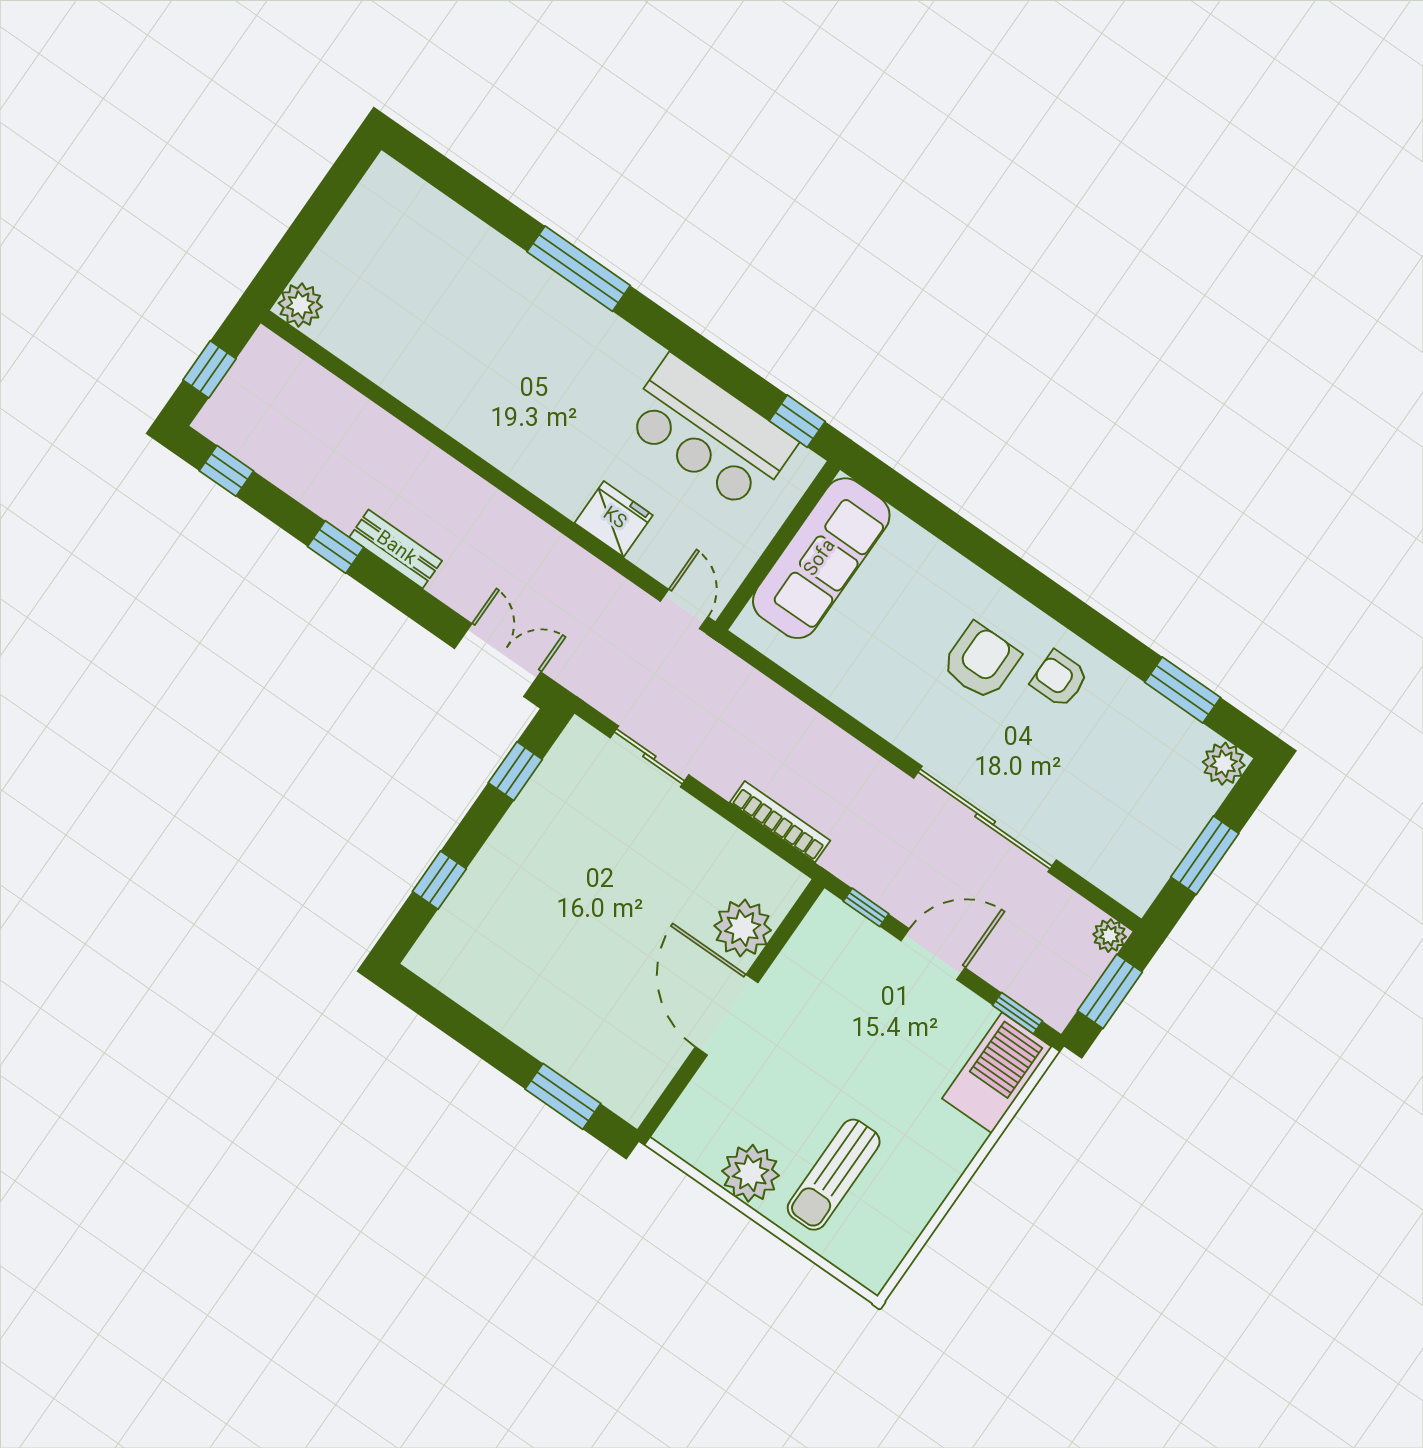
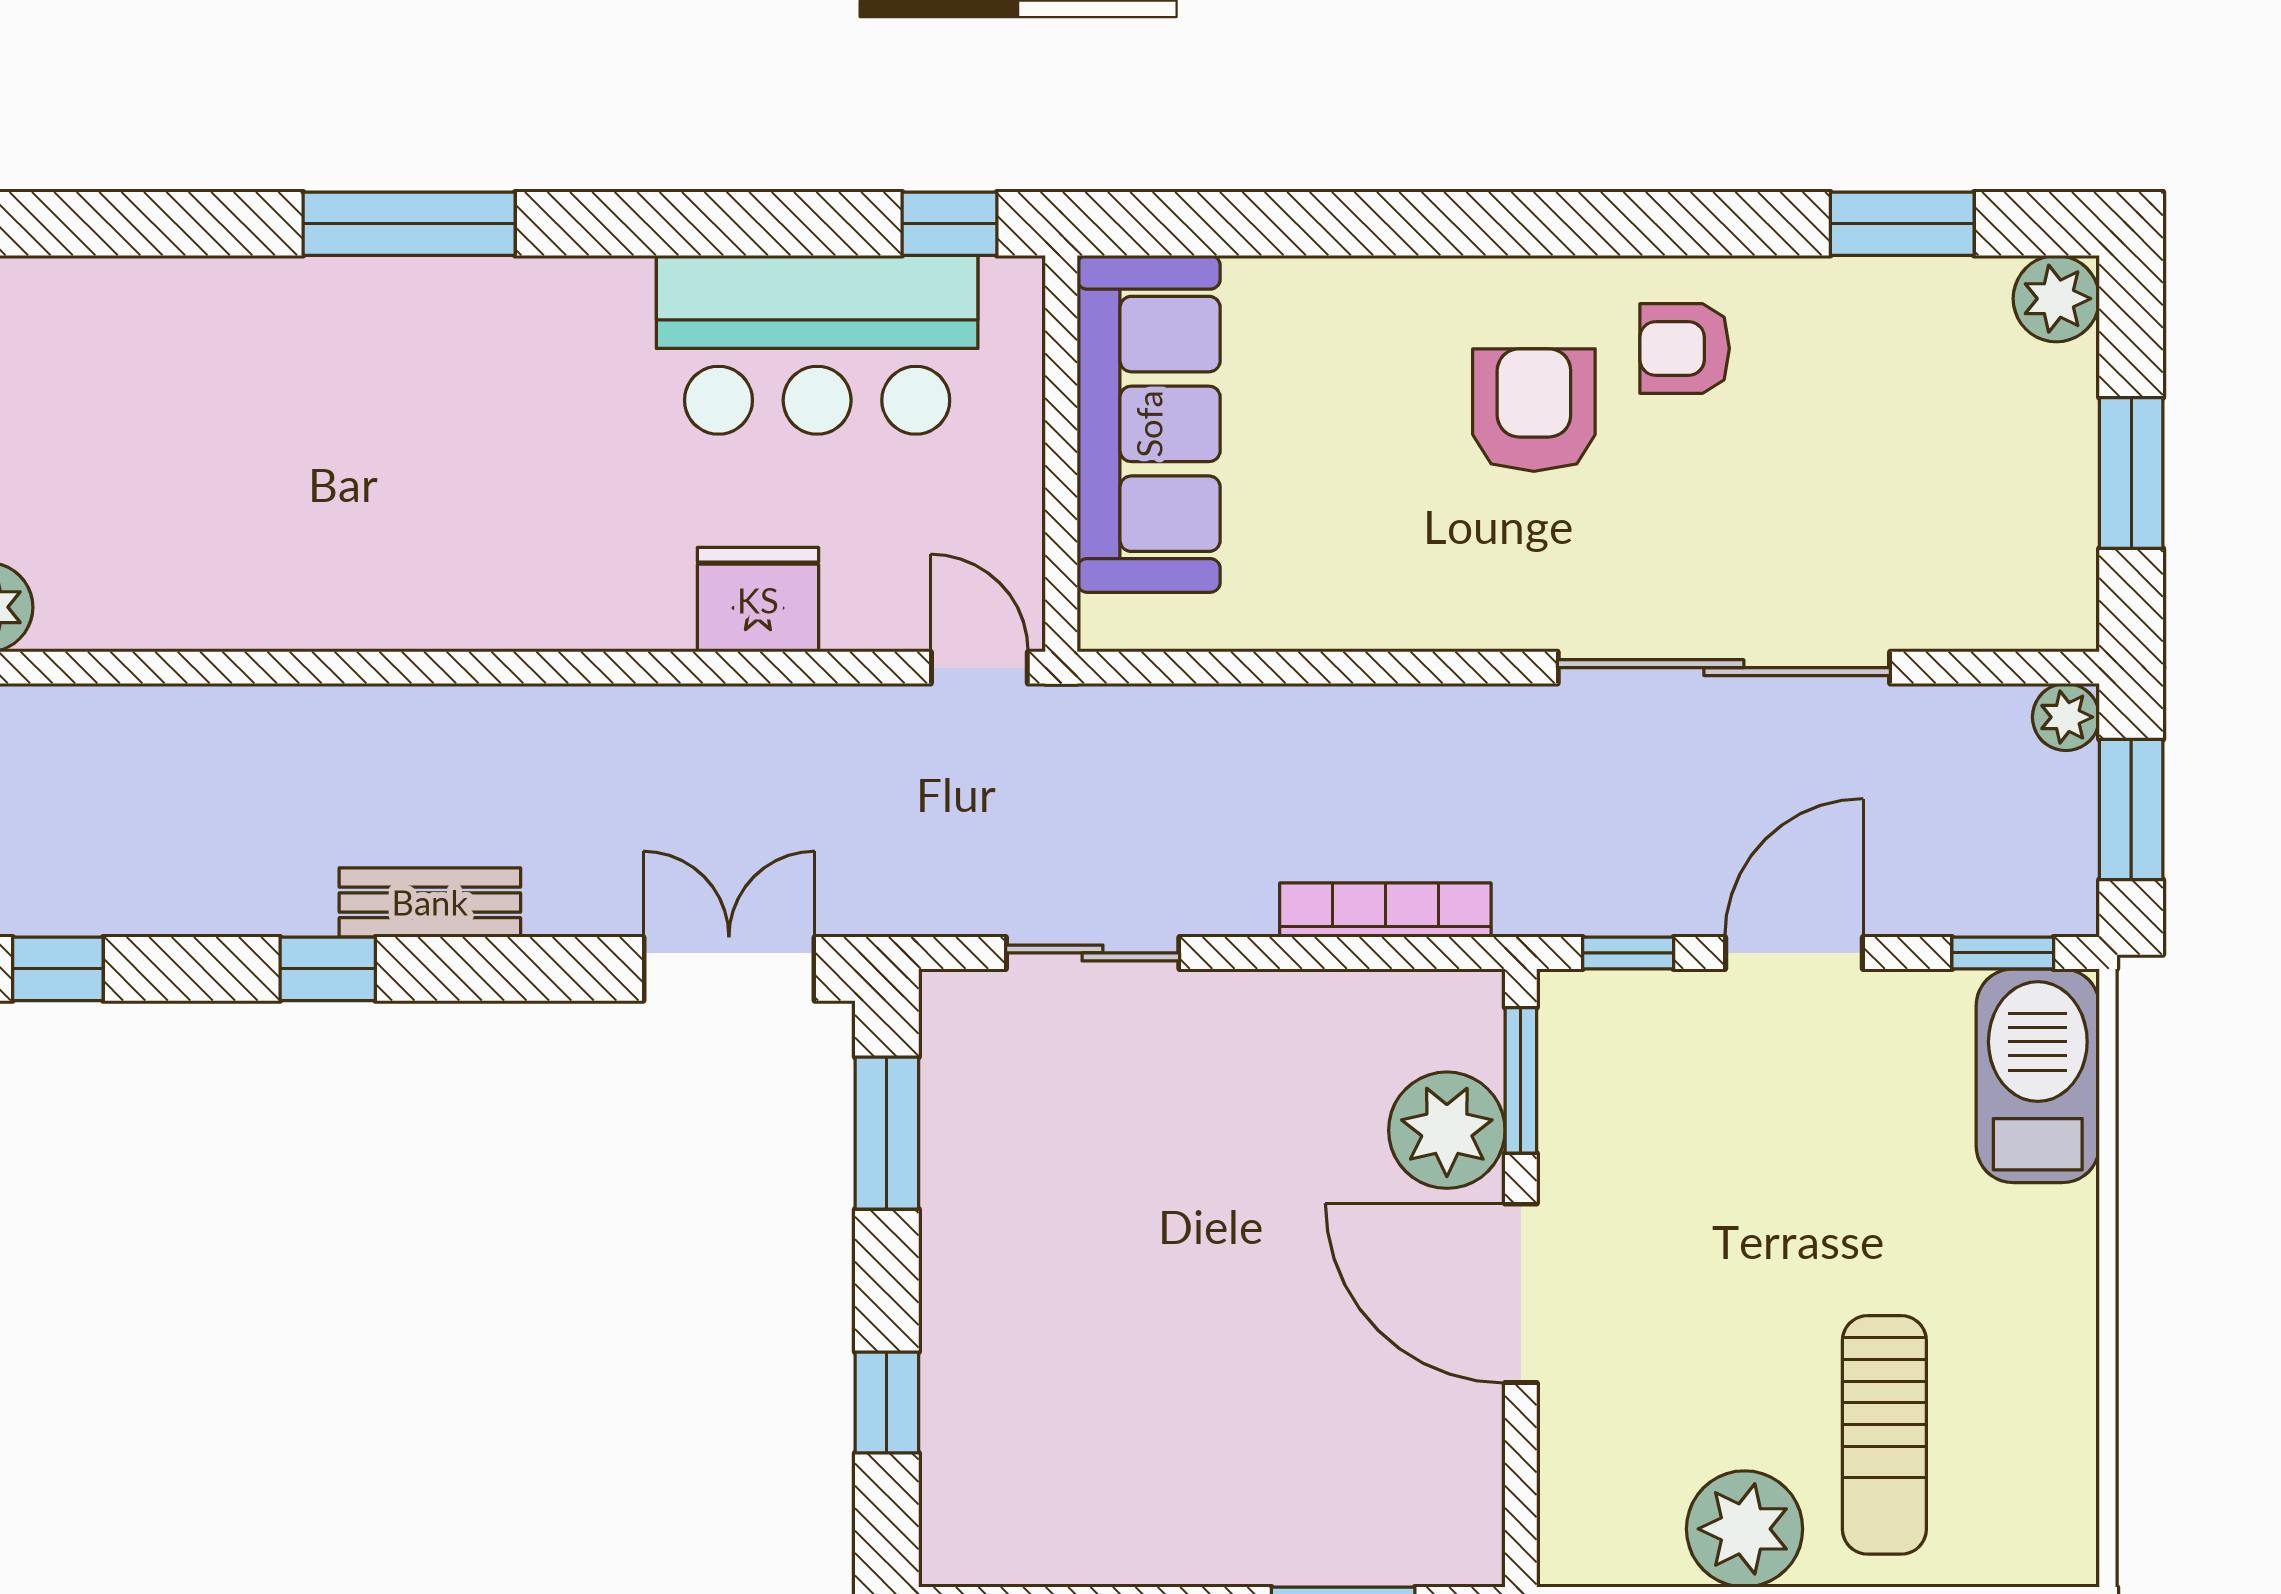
window: (515, 771) -> (887, 1133), width x1.50
window: (787, 929) -> (1521, 1080), added

